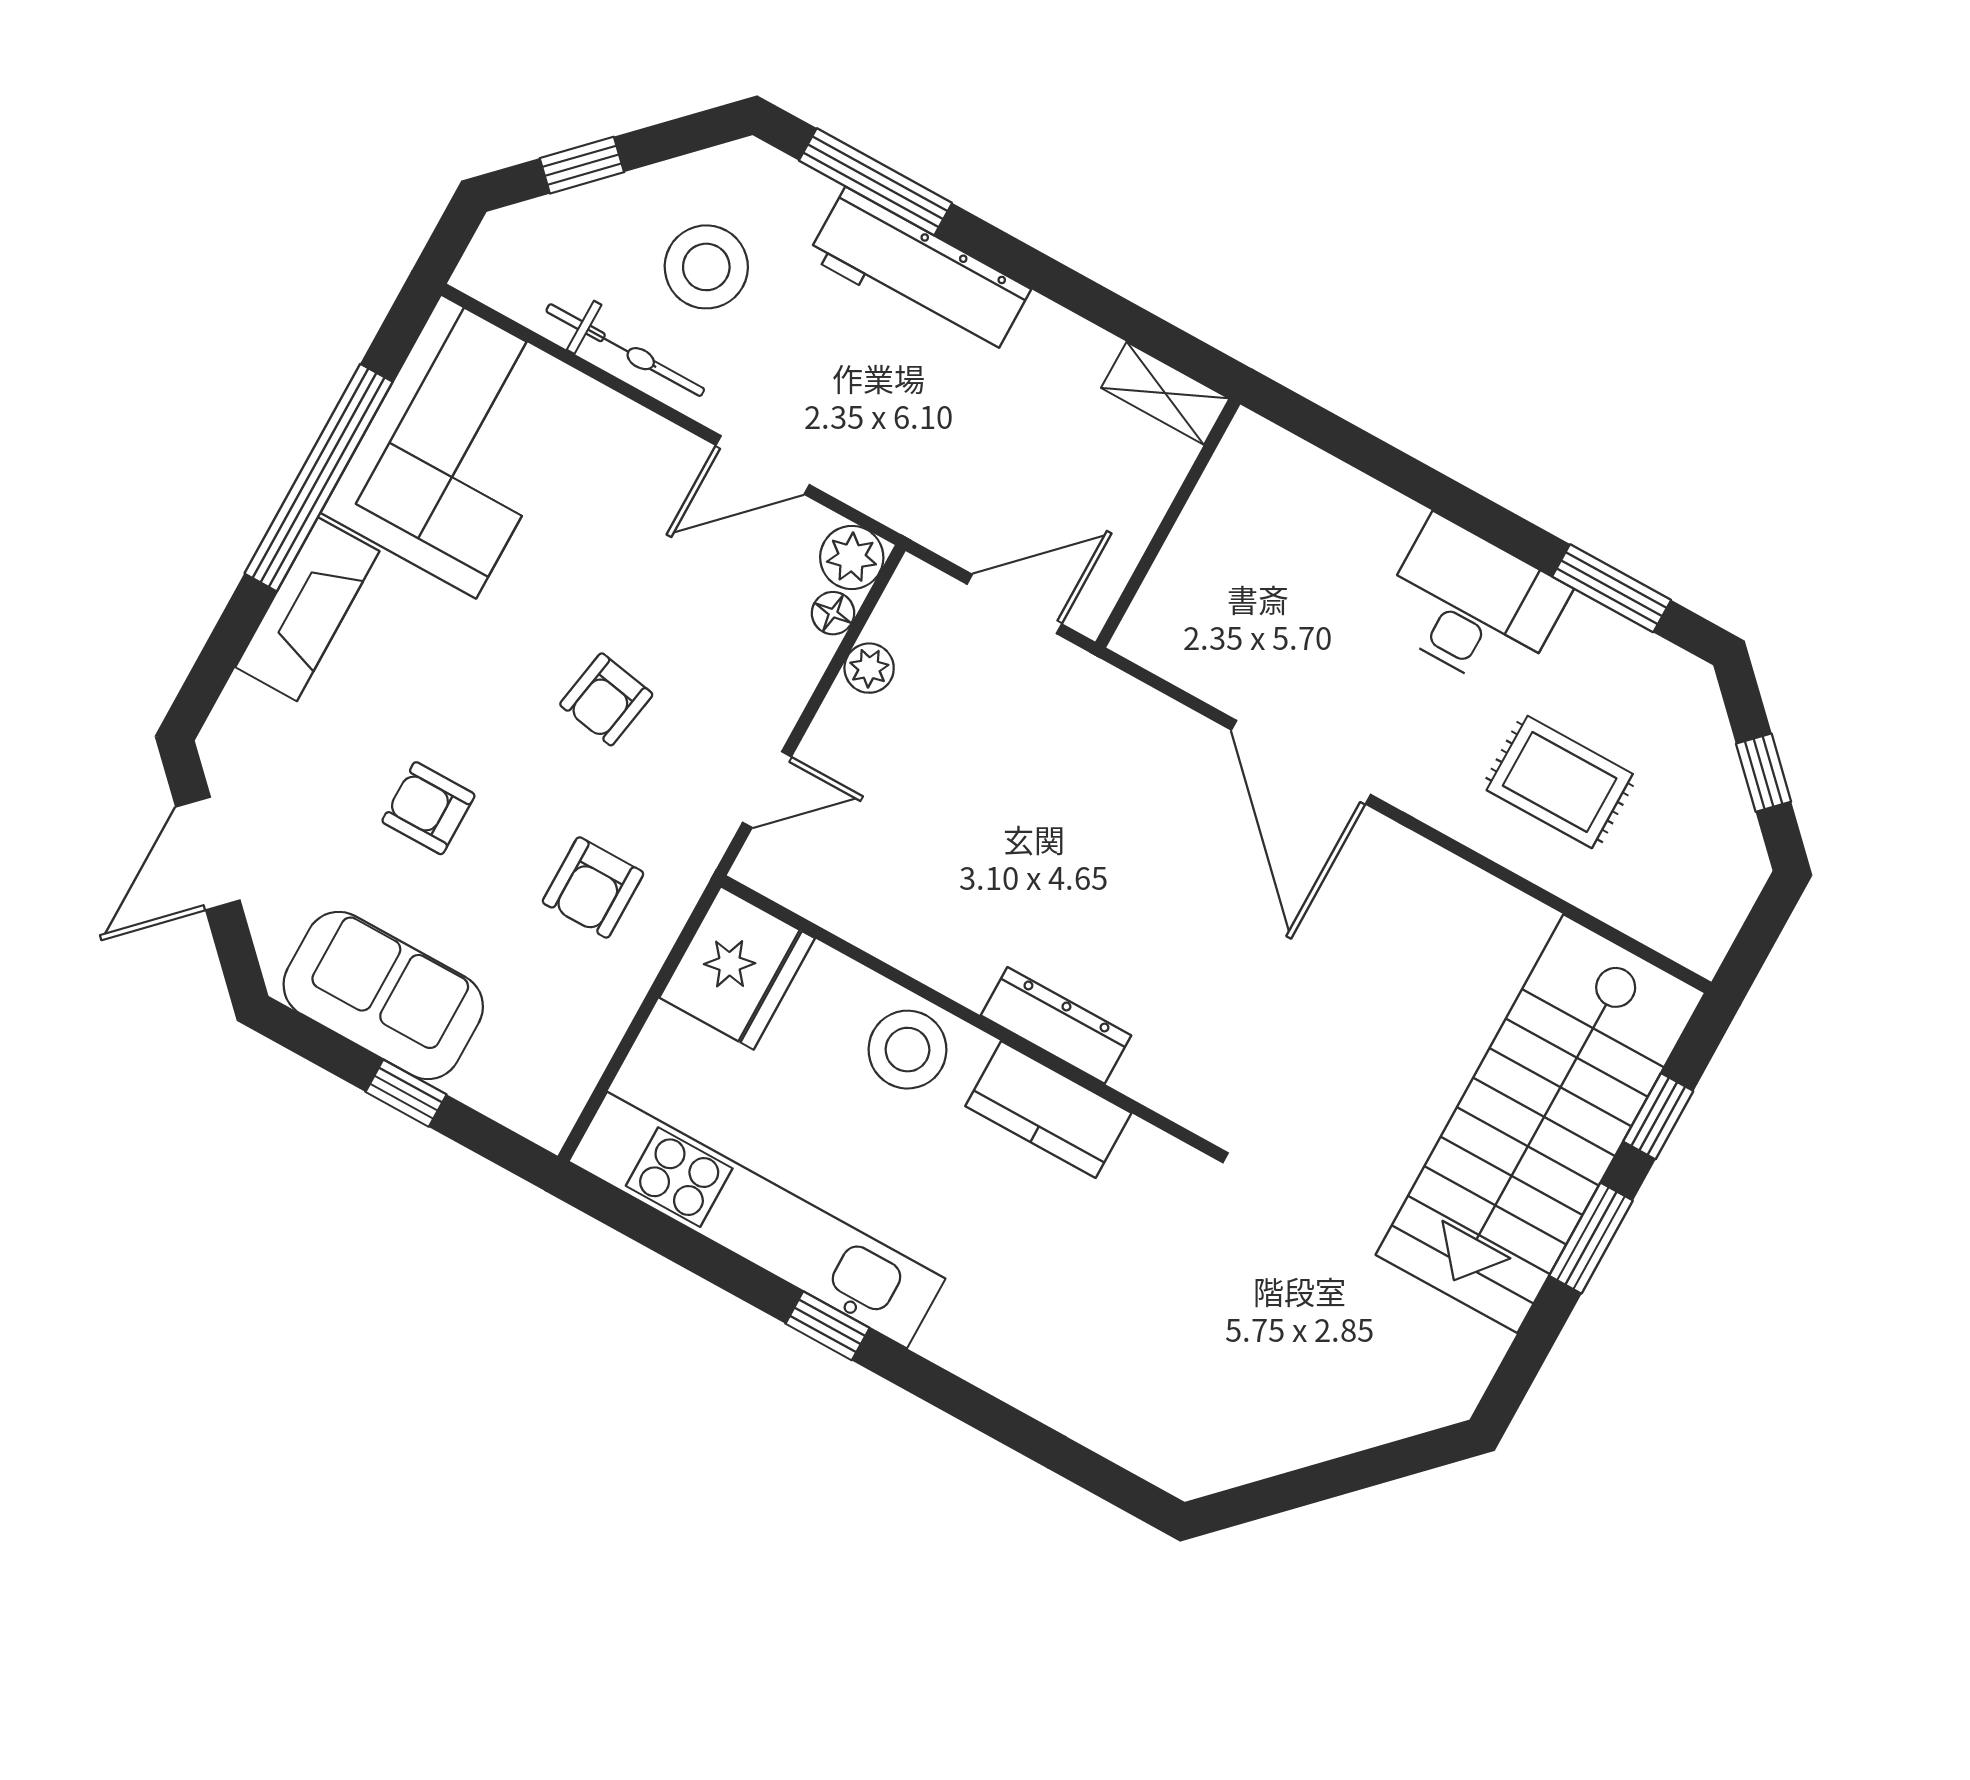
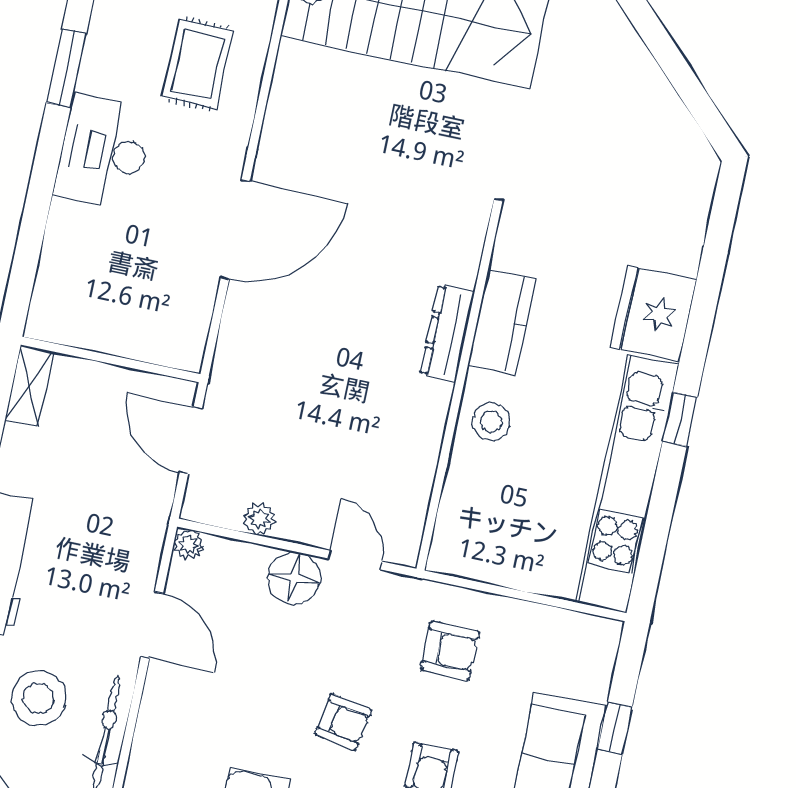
plant: (852, 557) -> (189, 545), width x0.73, depth x0.73
floor lamp: (833, 613) -> (294, 578), moved, width x1.89, depth x1.89
armchair: (606, 699) -> (343, 722), moved
fridge: (737, 968) -> (654, 313), moved, turned -90
stool: (907, 1050) -> (491, 422), width x0.73, depth x0.73

